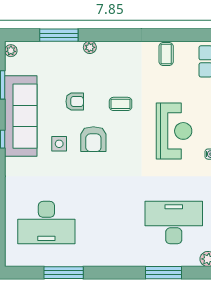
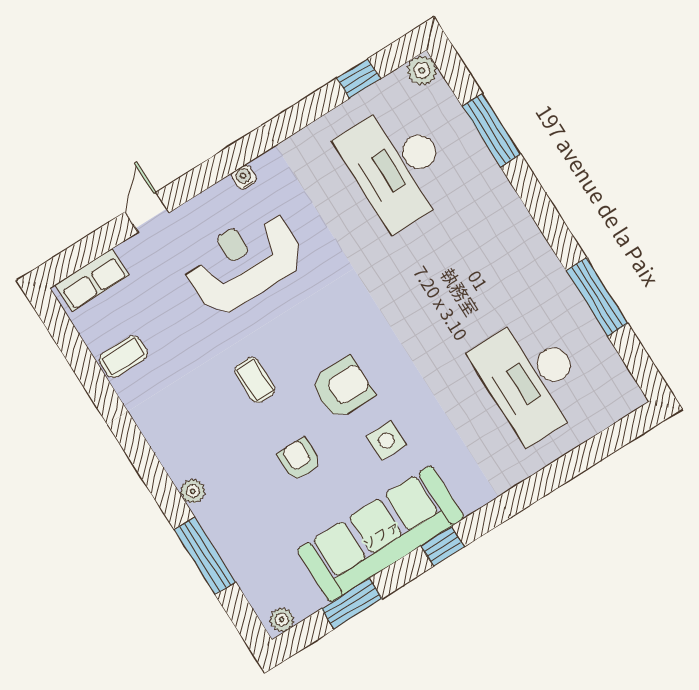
desk: (46, 223) -> (532, 379), turned 180

